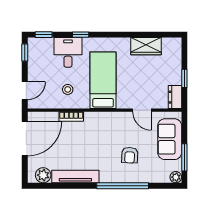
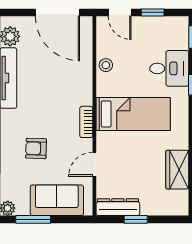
window: (25, 53) -> (153, 12), moved
stool: (68, 89) -> (106, 65), moved
dresser: (175, 97) -> (118, 207), width x1.44
bookcase: (71, 116) -> (86, 122), moved

